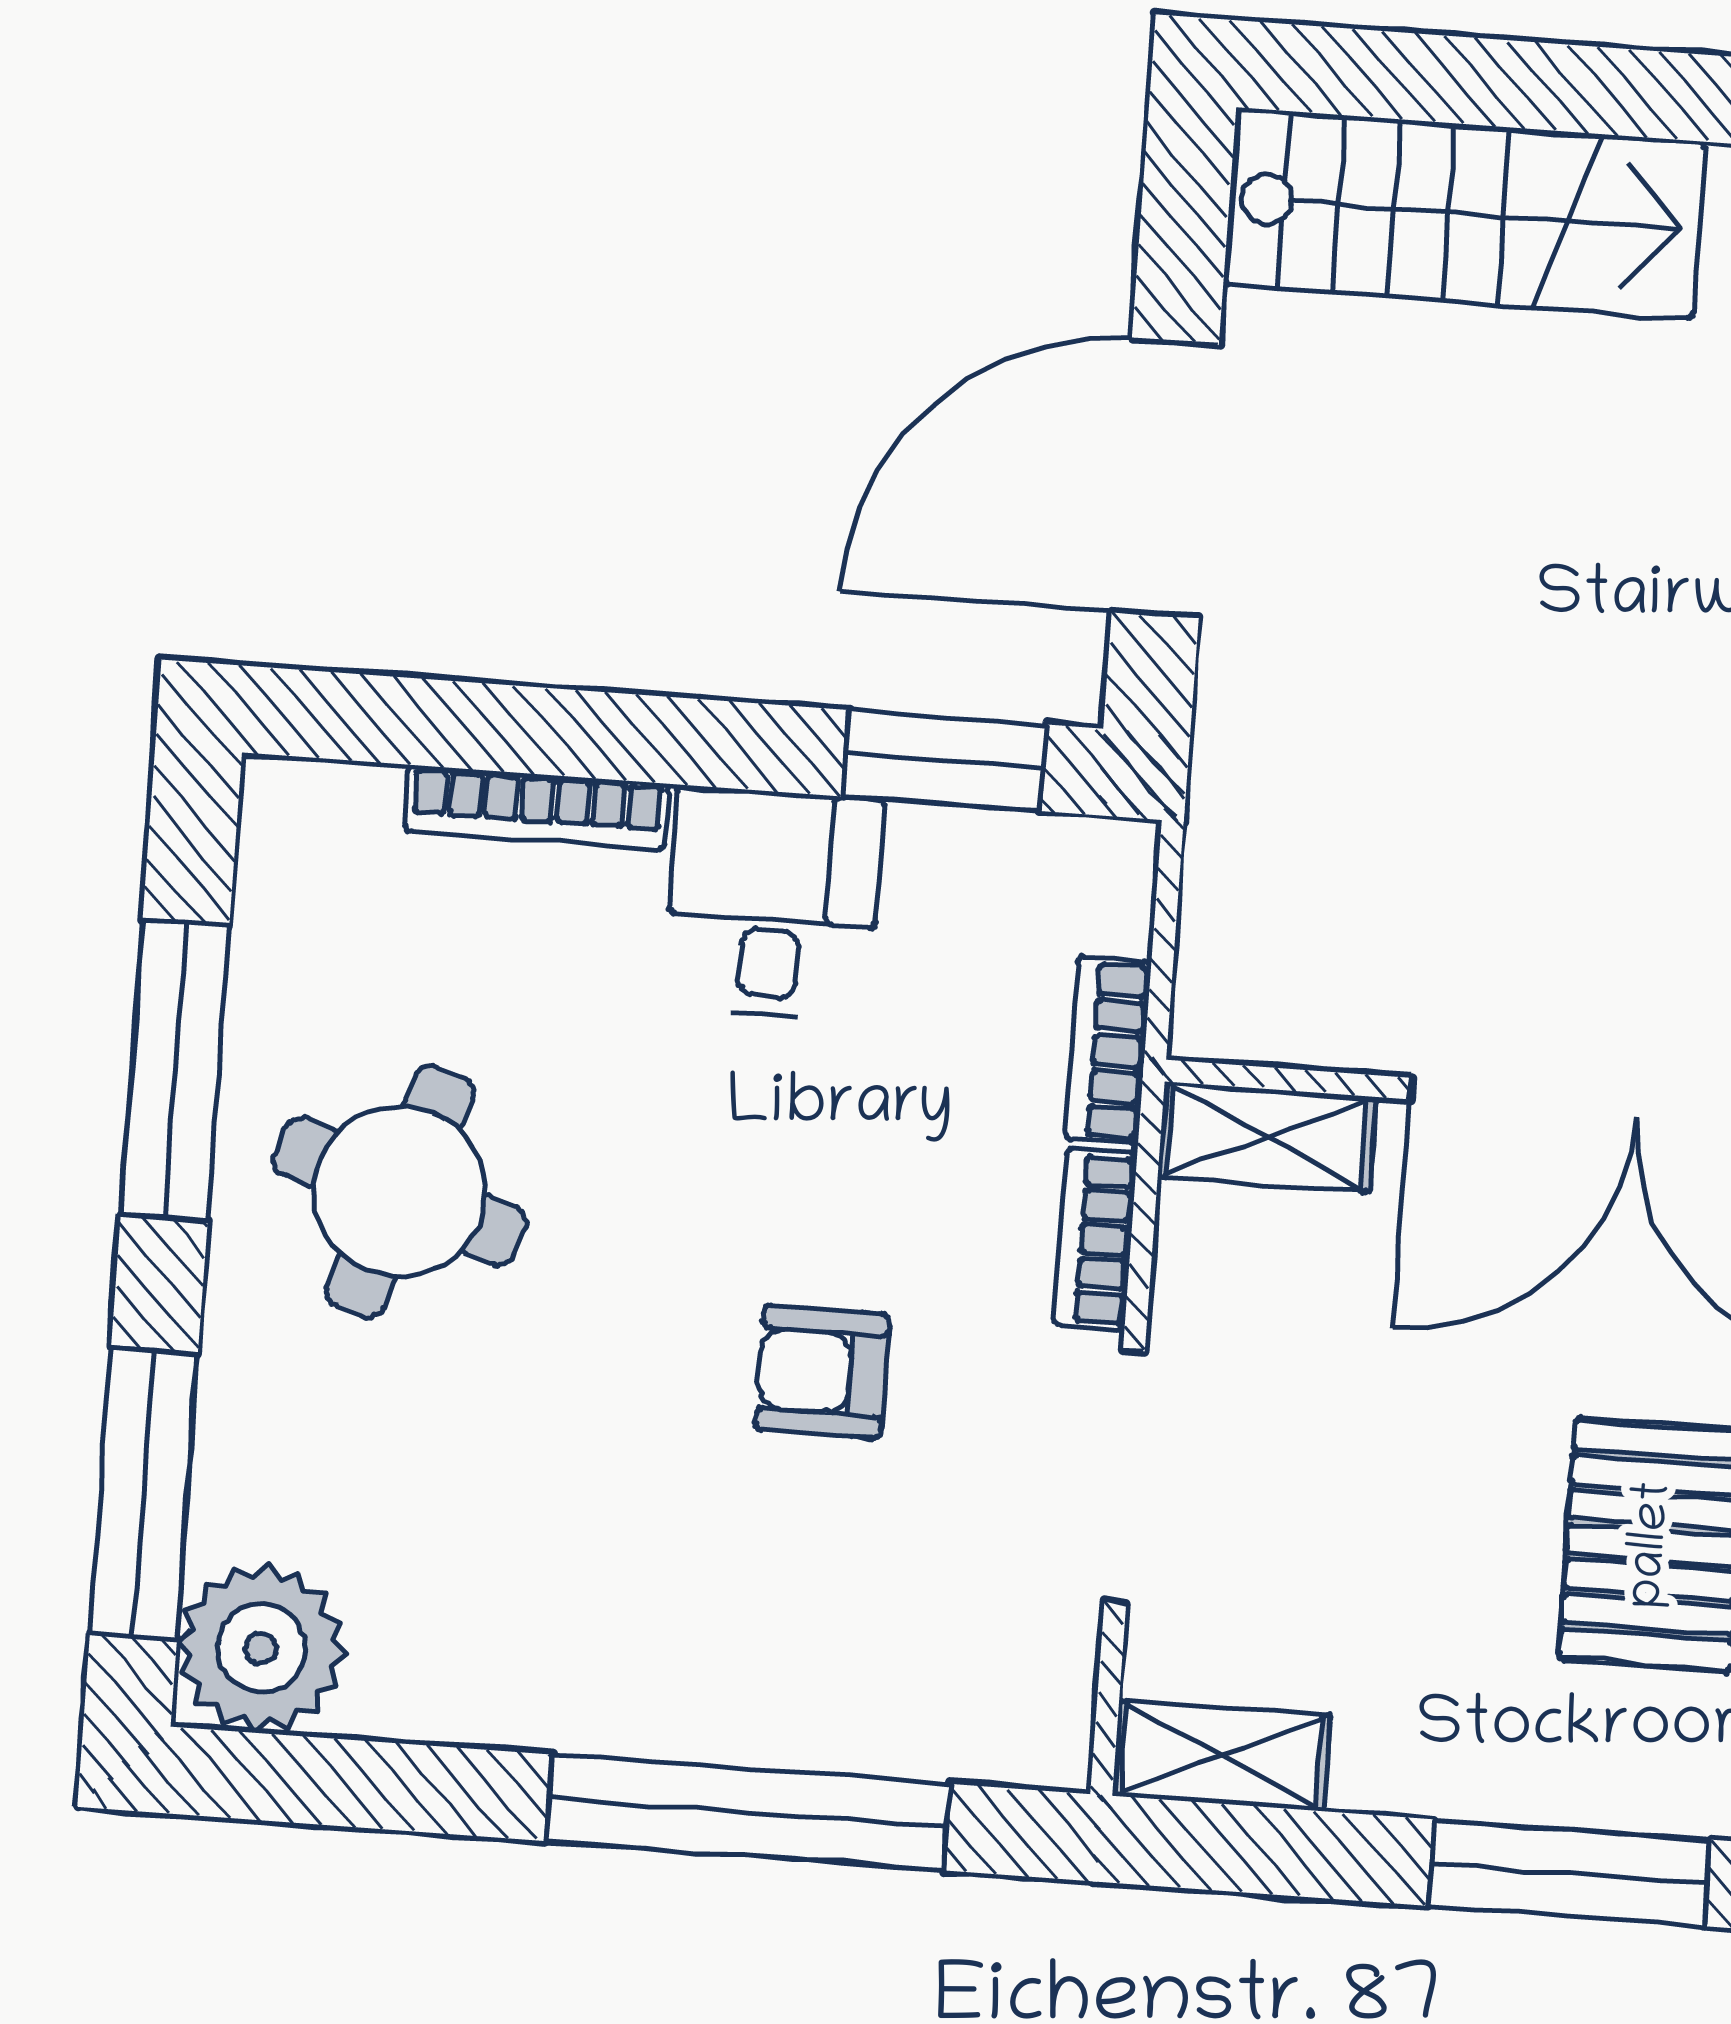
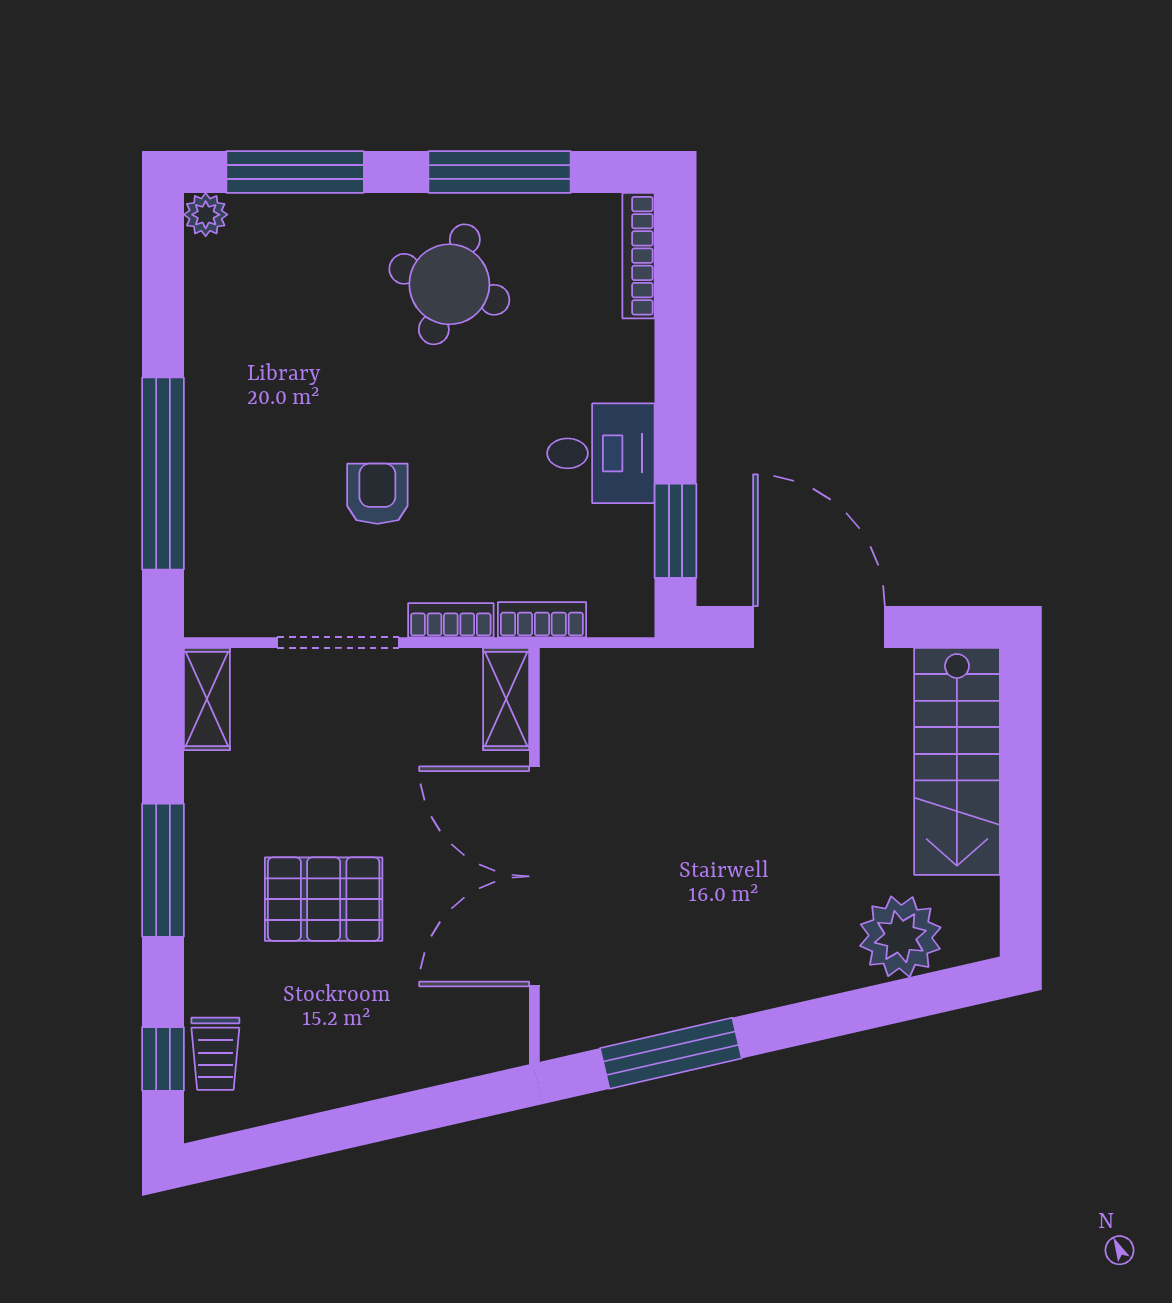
bookcase: (537, 808) -> (639, 256), moved
plant: (261, 1648) -> (206, 215), width x0.53, depth x0.53

